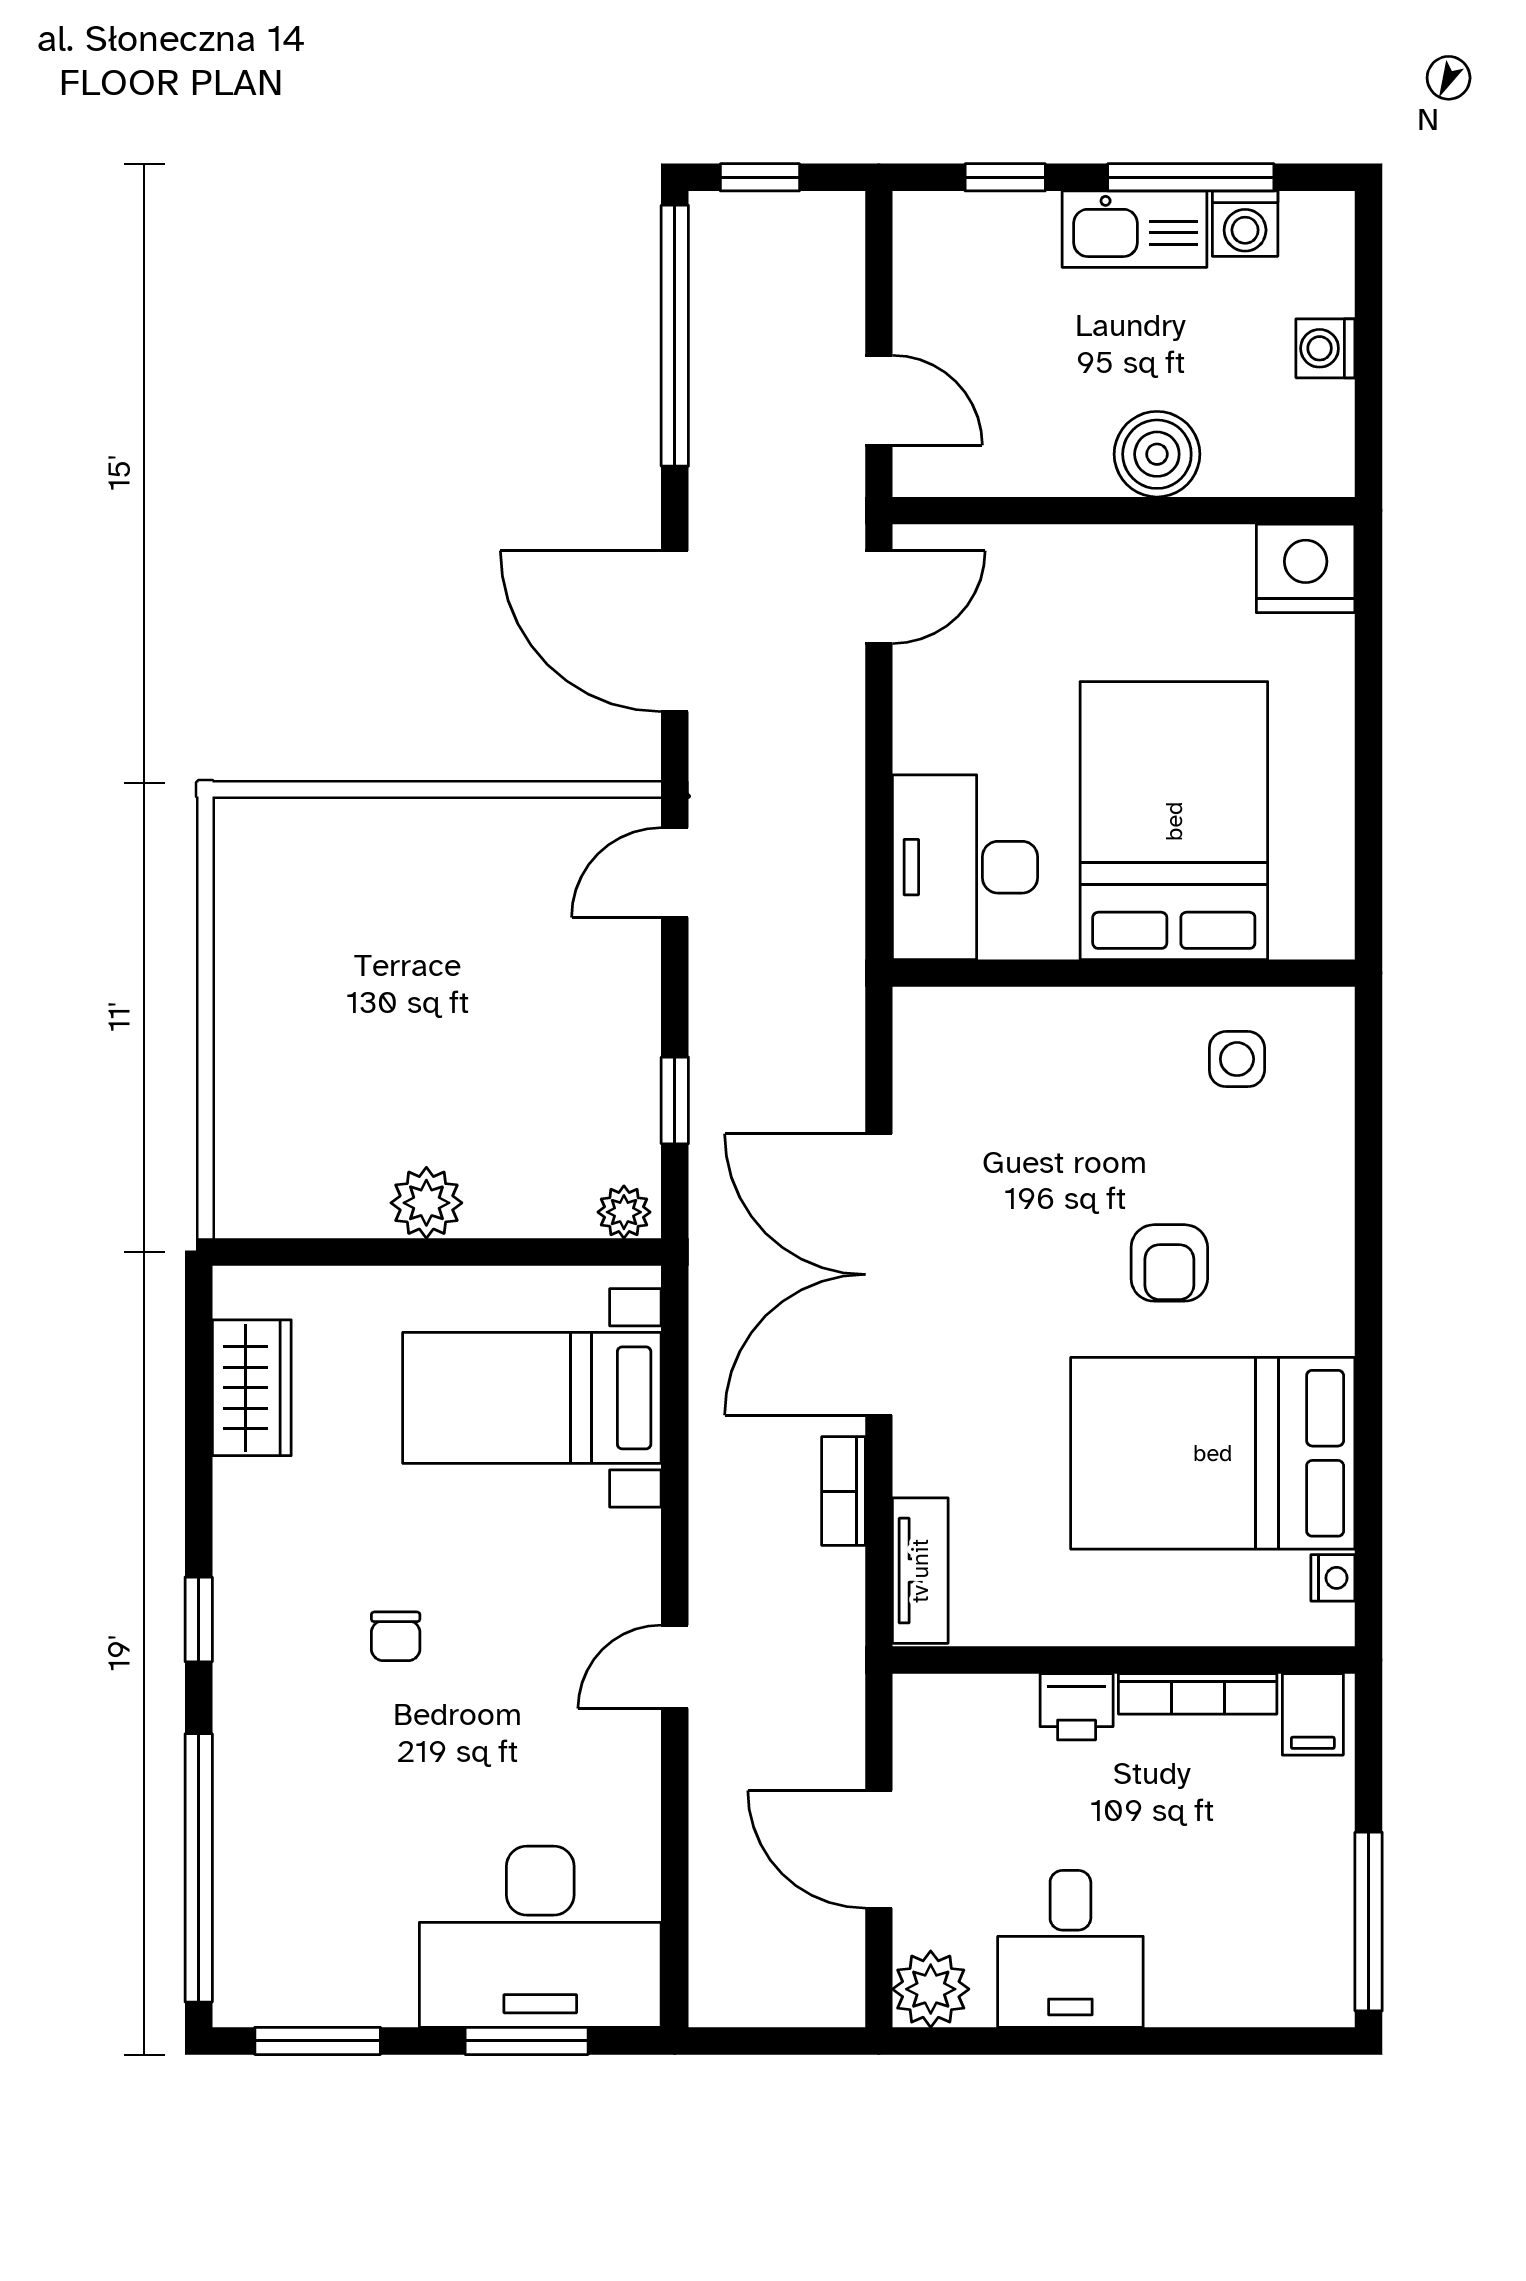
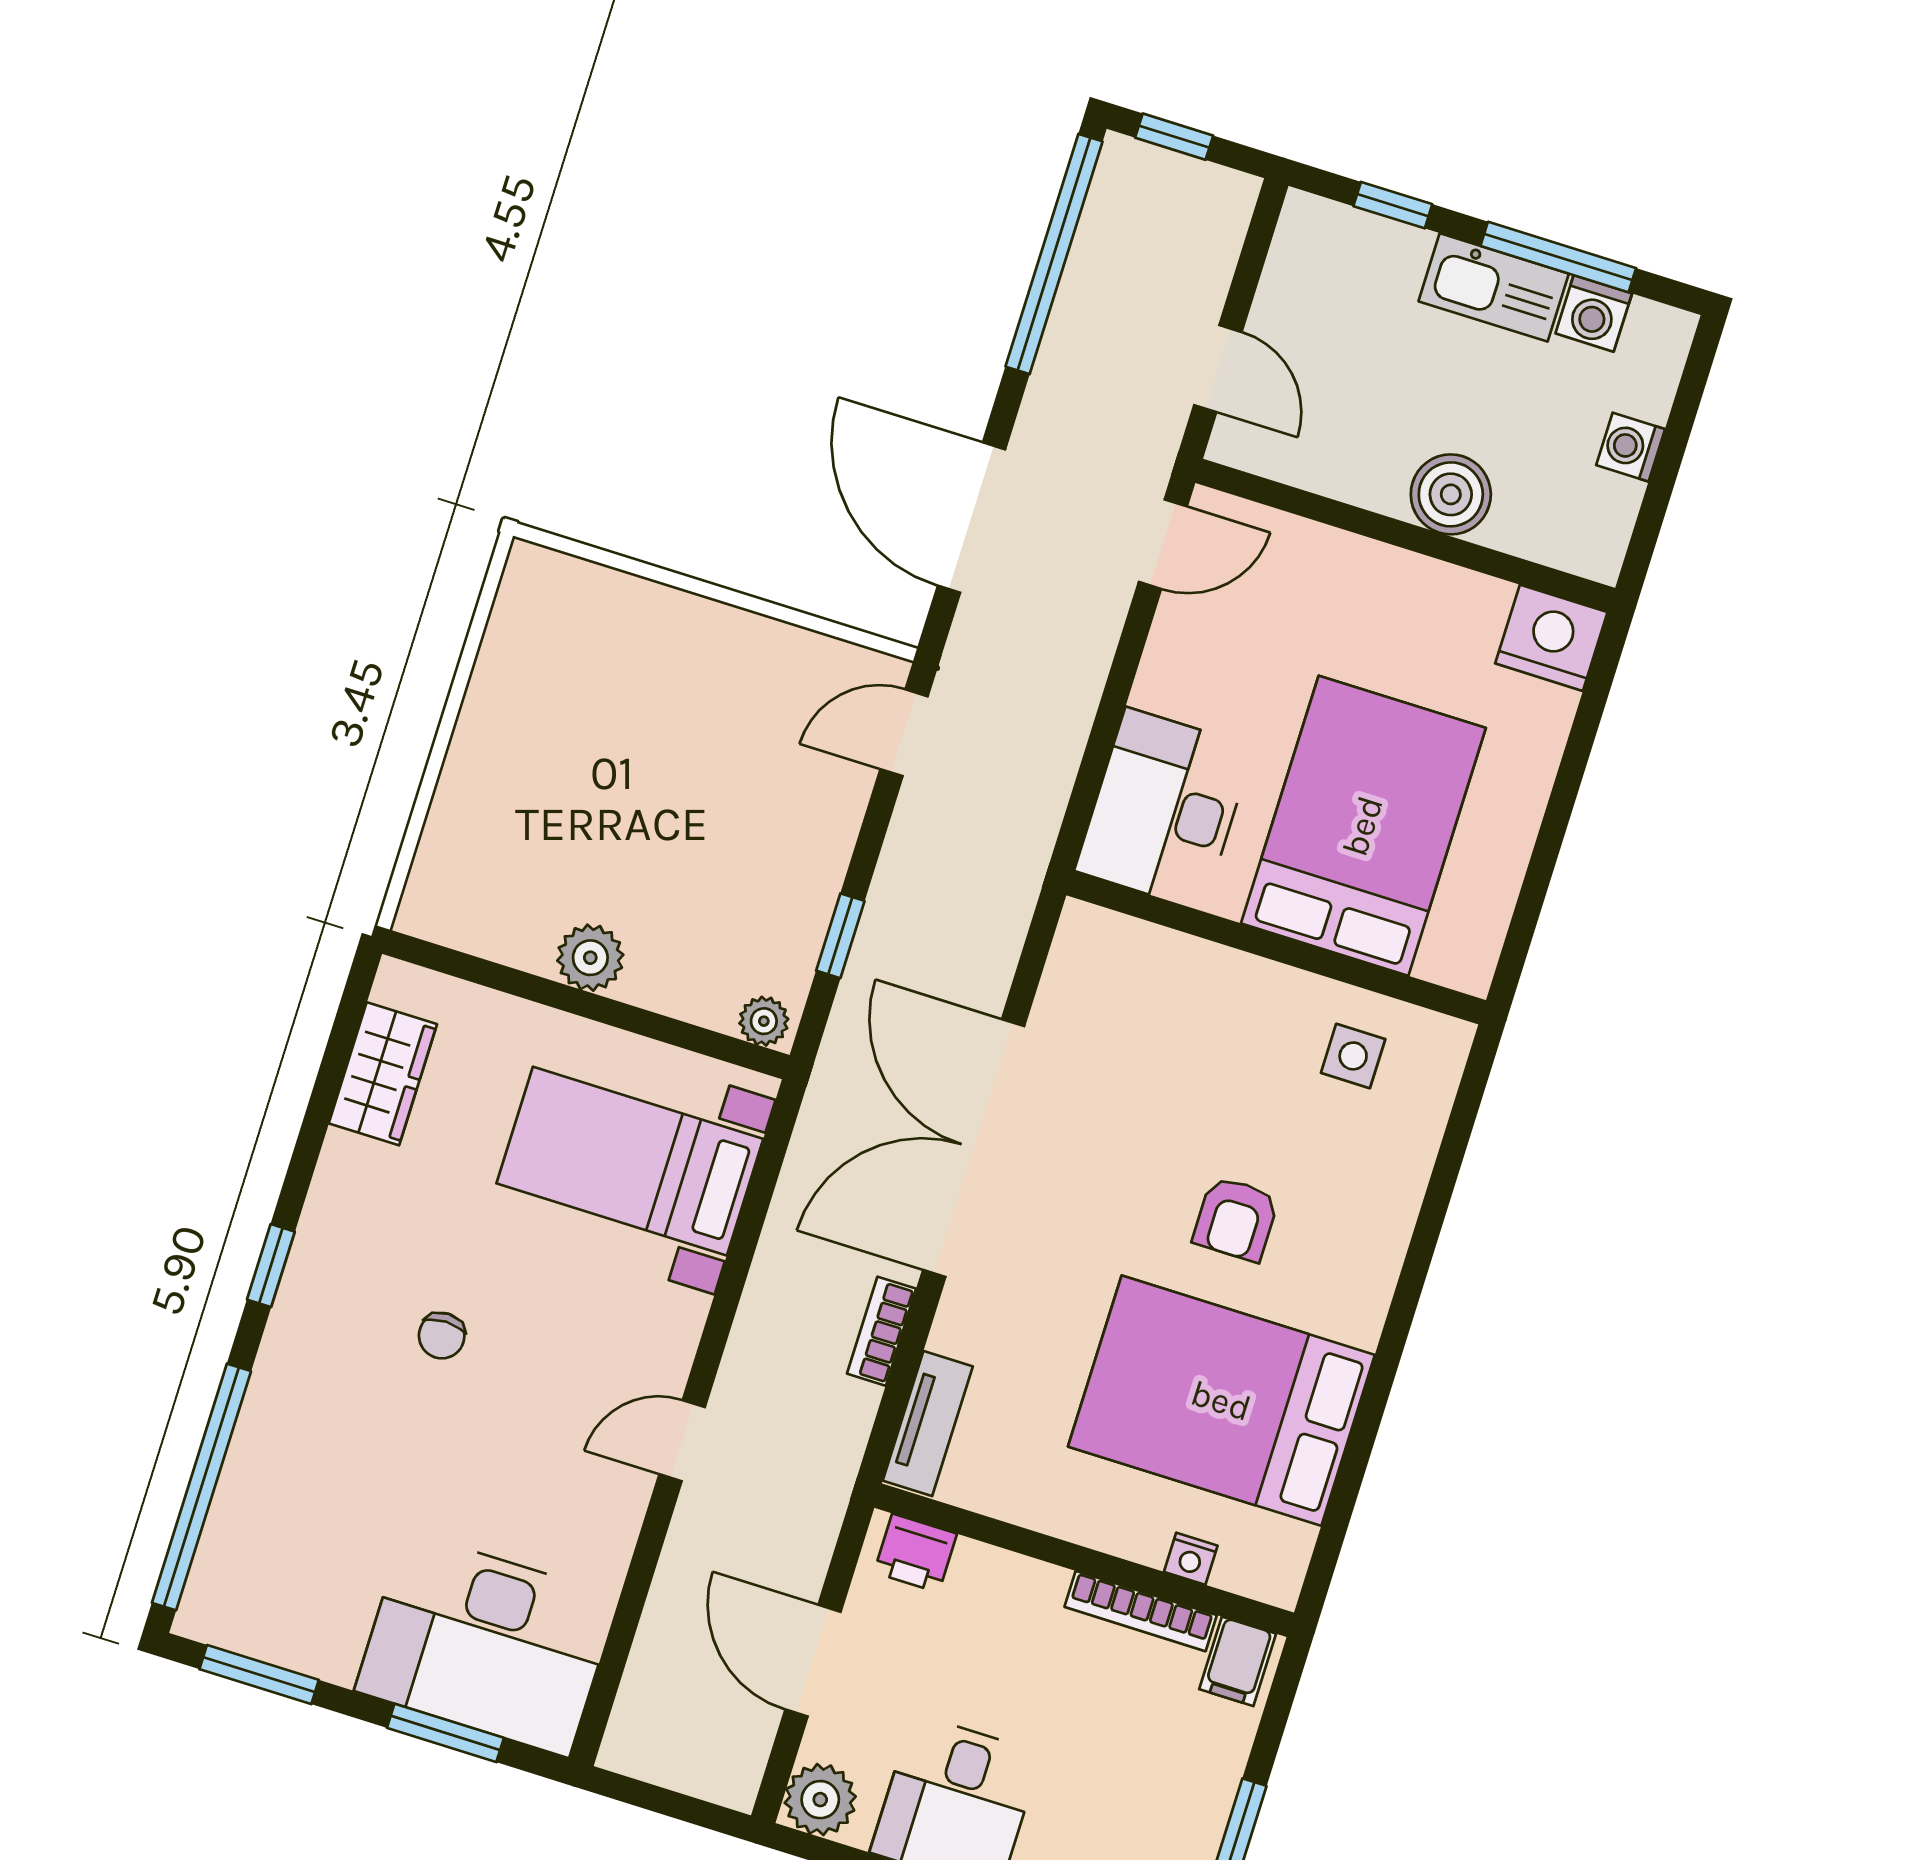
nightstand: (1333, 1578) -> (1191, 1559), moved, turned 90
printer: (1077, 1707) -> (915, 1553), moved

